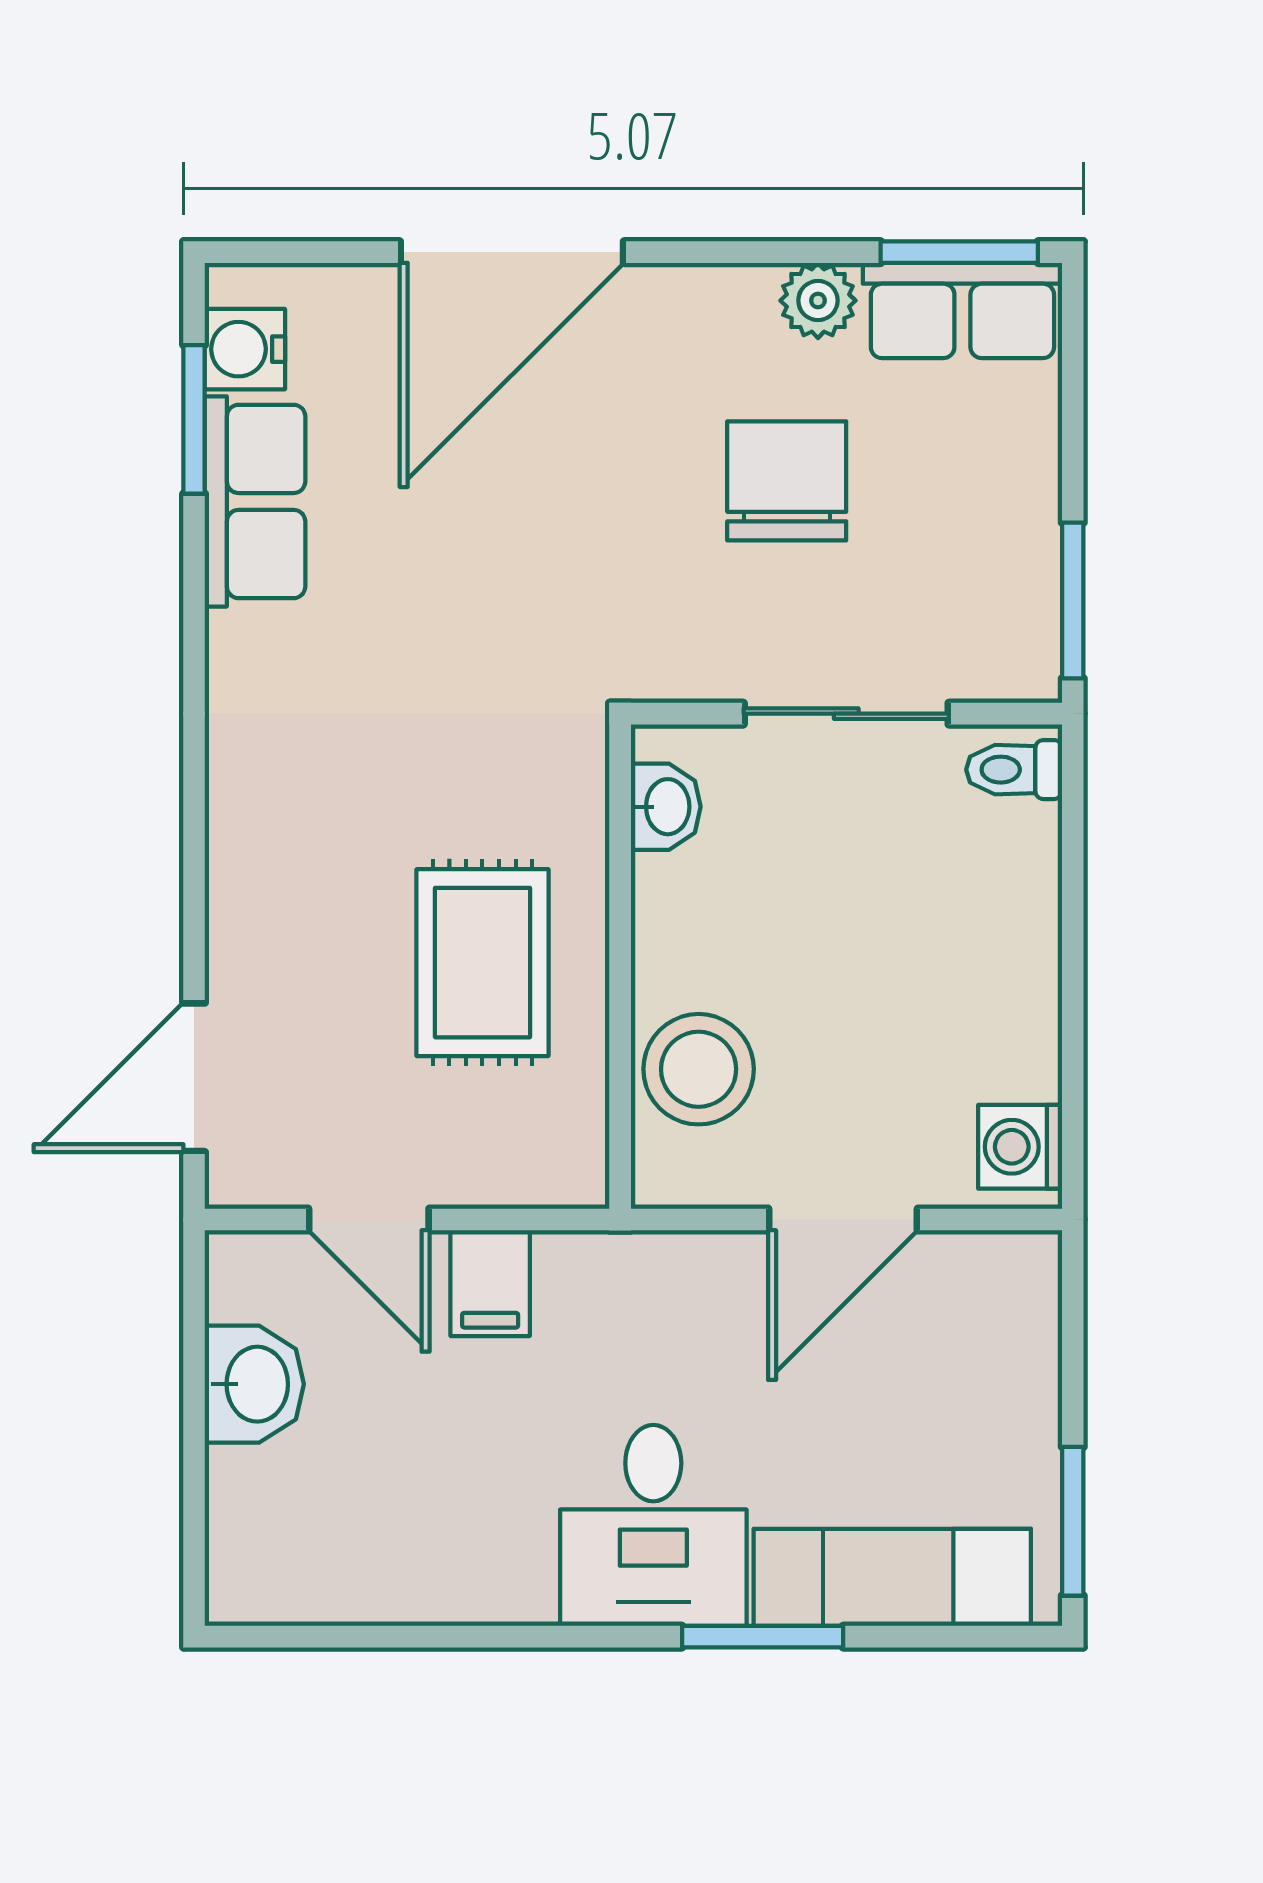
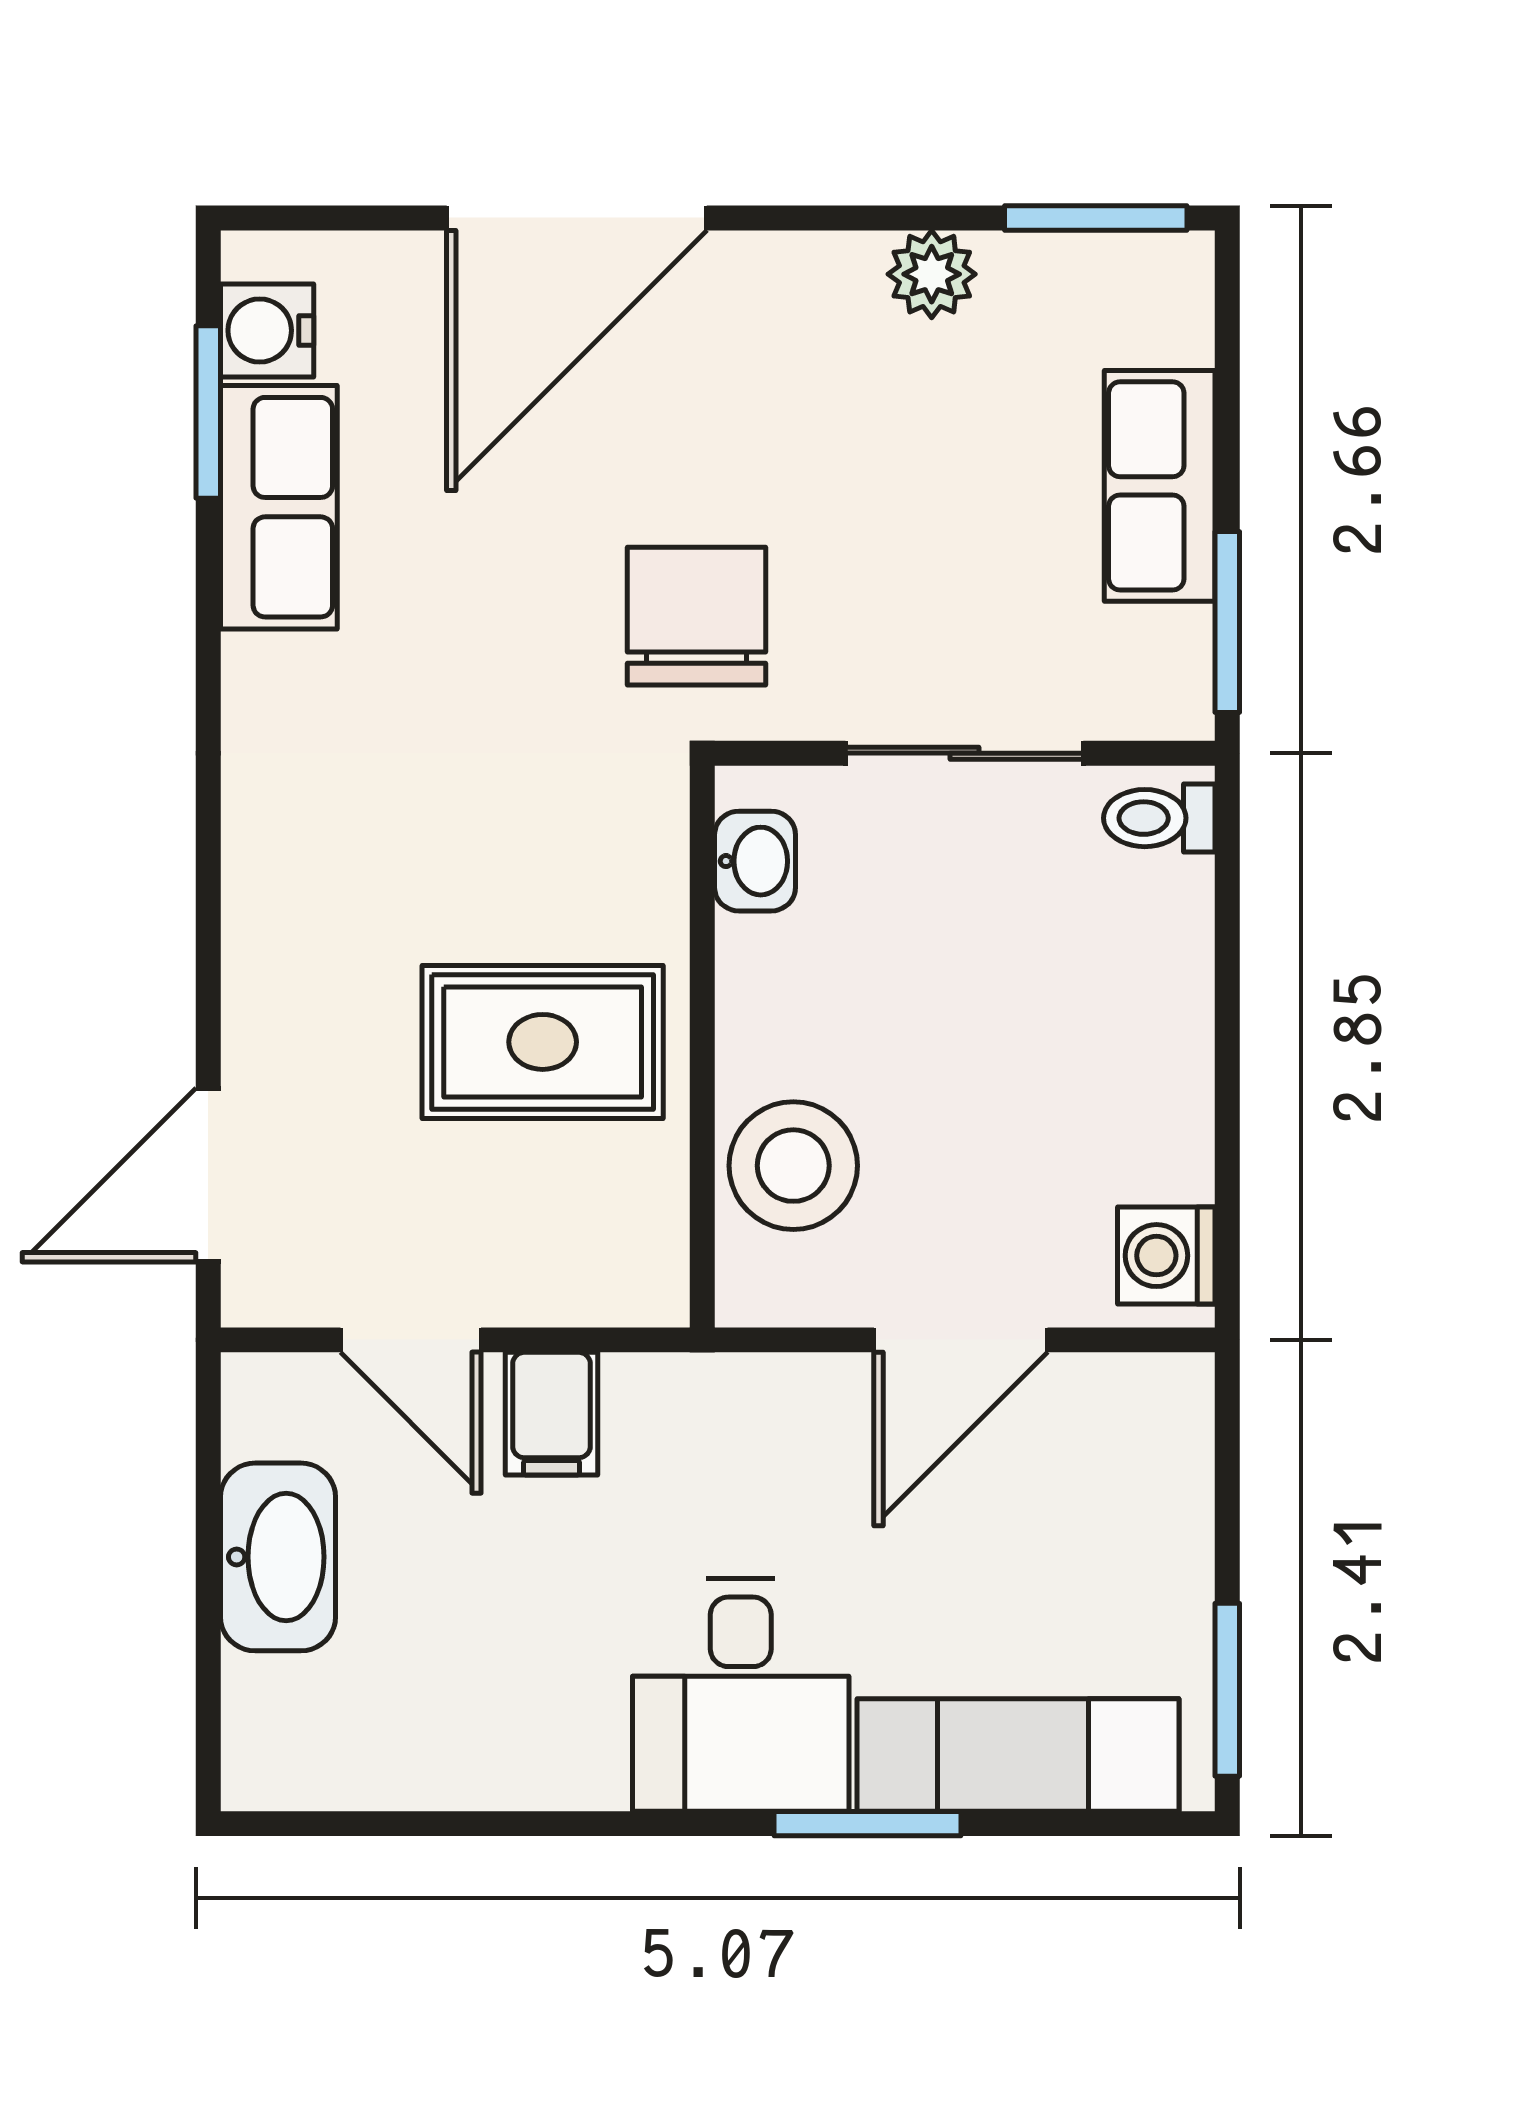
row of seats: (962, 310) -> (1160, 486), moved, turned 90
chair: (787, 481) -> (696, 616), moved
rug: (482, 963) -> (543, 1042), turned 90
washbasin: (254, 1384) -> (278, 1557), width x1.38

